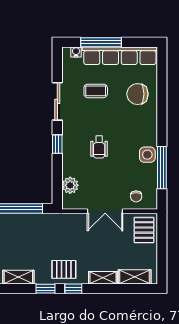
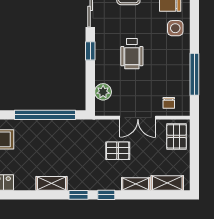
wheelchair: (99, 147) -> (132, 54), width x1.36, depth x1.37
side table: (147, 155) -> (175, 28), moved
pallet: (64, 269) -> (118, 151), moved

